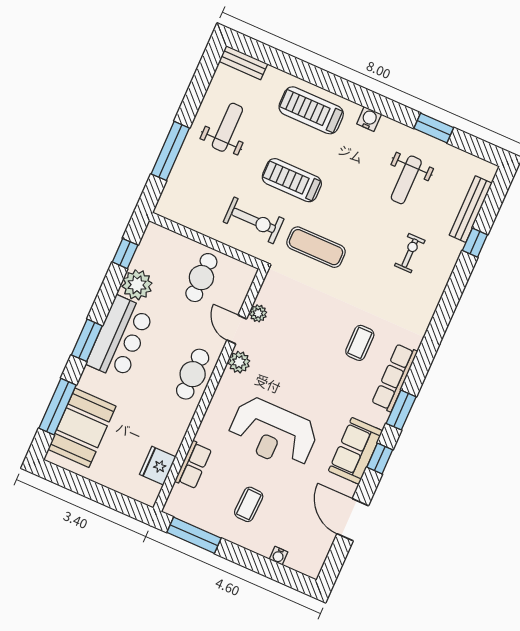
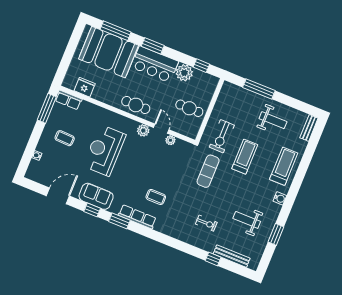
door: (237, 329) -> (161, 129), hinge flipped
booth: (82, 428) -> (109, 52), width x1.36, depth x1.42
row of seats: (193, 465) -> (68, 100), moved

